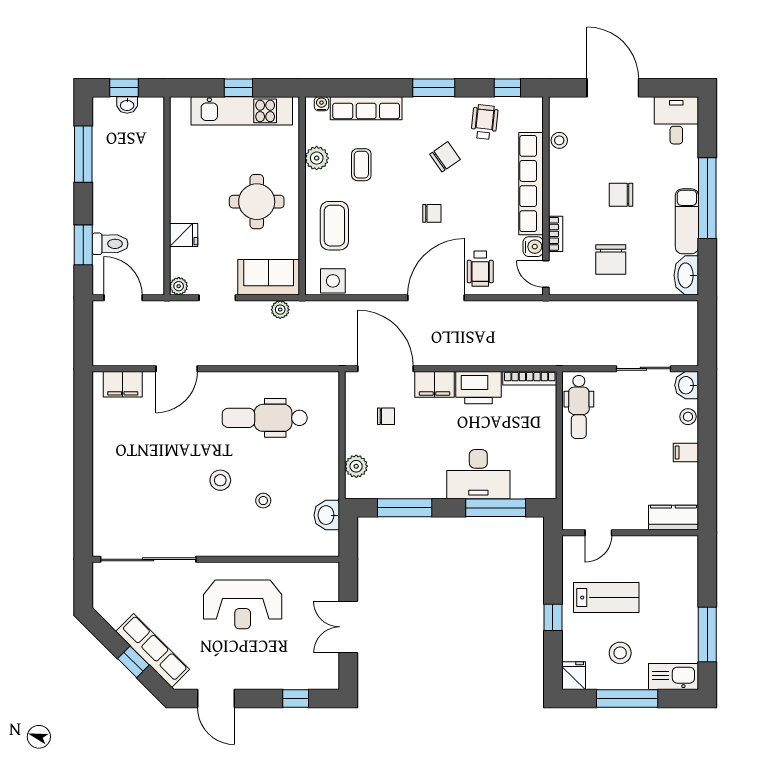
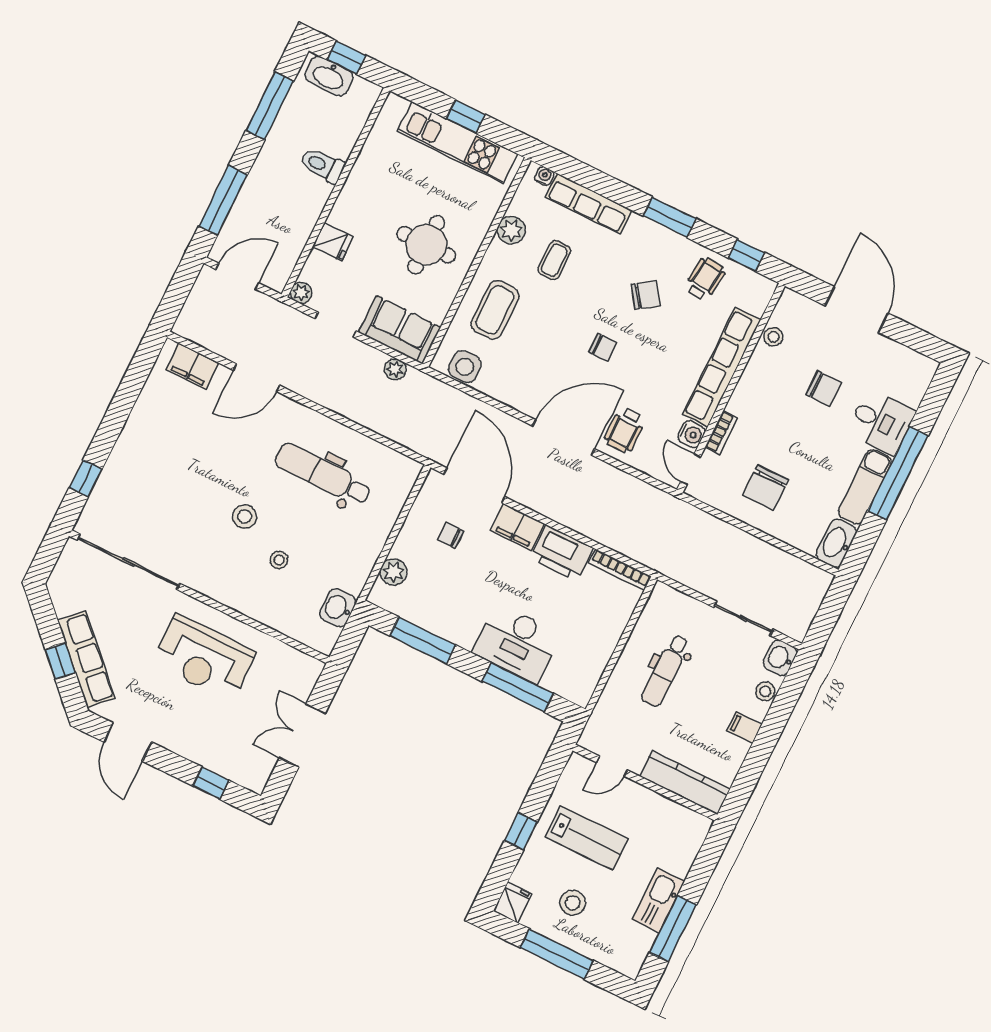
washbasin: (127, 105) -> (329, 76), width x1.91, depth x1.45
desk: (676, 120) -> (881, 422), moved, turned 90
chair: (621, 195) -> (824, 389), moved, turned 180
toilet: (110, 244) -> (322, 165), moved, turned 180
window: (83, 245) -> (223, 200), width x1.44
door: (123, 298) -> (237, 276), hinge flipped
dental chair: (579, 407) -> (665, 671), moved
chair: (386, 416) -> (450, 535), turned 180
window: (83, 511) -> (86, 478), added
kitchen counter: (673, 518) -> (685, 783), width x1.50
kitchen sink: (673, 676) -> (658, 901), moved, turned -90

